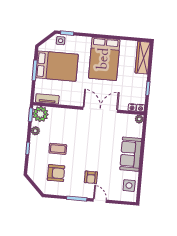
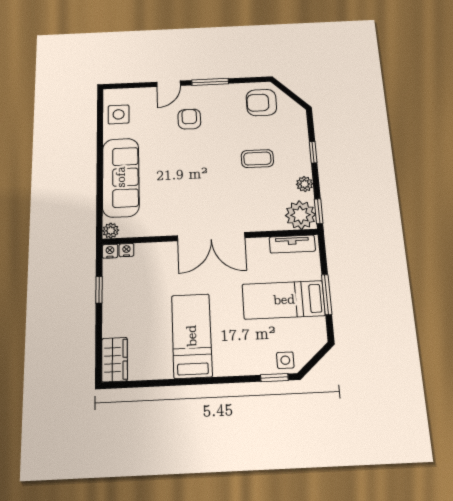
wardrobe: (143, 58) -> (115, 360), width x0.67
bed: (104, 59) -> (192, 336), width x0.67
bed: (57, 66) -> (284, 300), width x0.67
double door: (100, 110) -> (211, 237), moved
sofa: (131, 154) -> (121, 177), width x1.36
armchair: (56, 173) -> (261, 103), moved
door: (100, 201) -> (169, 84), hinge flipped

